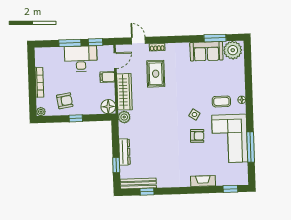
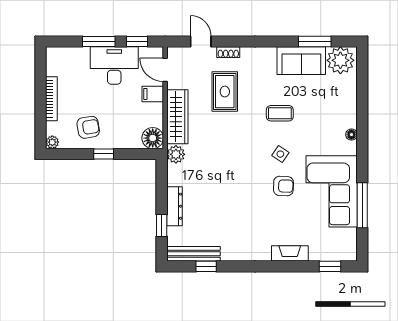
door: (115, 61) -> (165, 70), swing flipped
coffee table: (221, 101) -> (280, 113), moved

